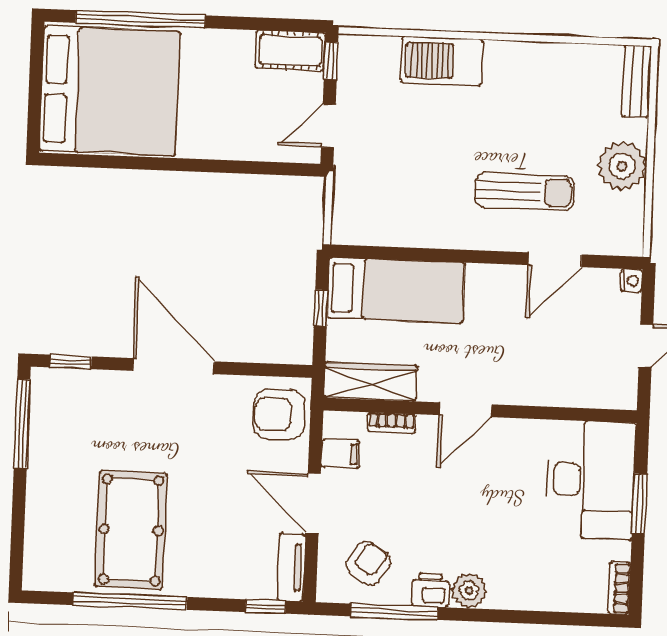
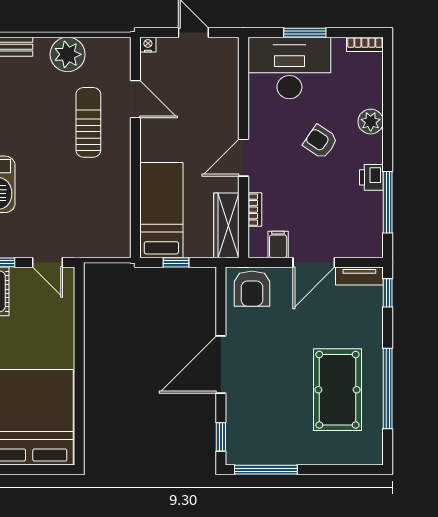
door: (466, 410) -> (243, 158), swing flipped
pool table: (131, 530) -> (337, 390), turned 90
armchair: (368, 563) -> (320, 142), moved
plant: (469, 591) -> (371, 122), moved

